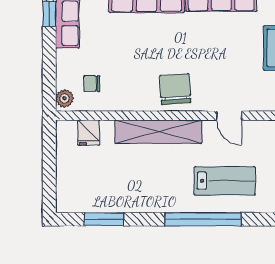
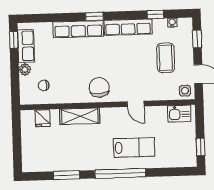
plant: (64, 98) -> (25, 70), moved
shelving: (158, 132) -> (80, 116), width x0.68
window: (104, 219) -> (66, 175), moved

